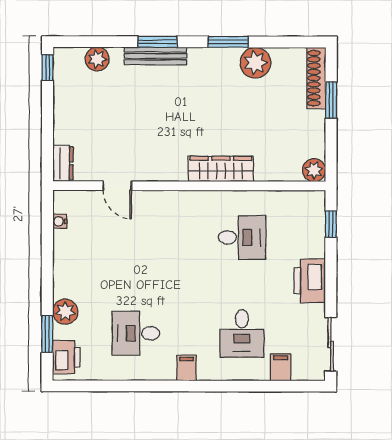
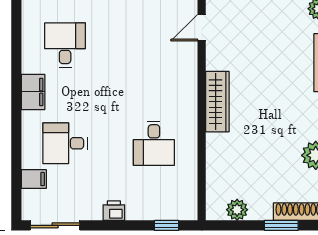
wardrobe: (221, 169) -> (217, 102), moved
plant: (314, 170) -> (237, 210), moved
printer: (310, 281) -> (114, 211), width x0.53, depth x0.68
filing cabinet: (187, 368) -> (33, 92), width x2.00

